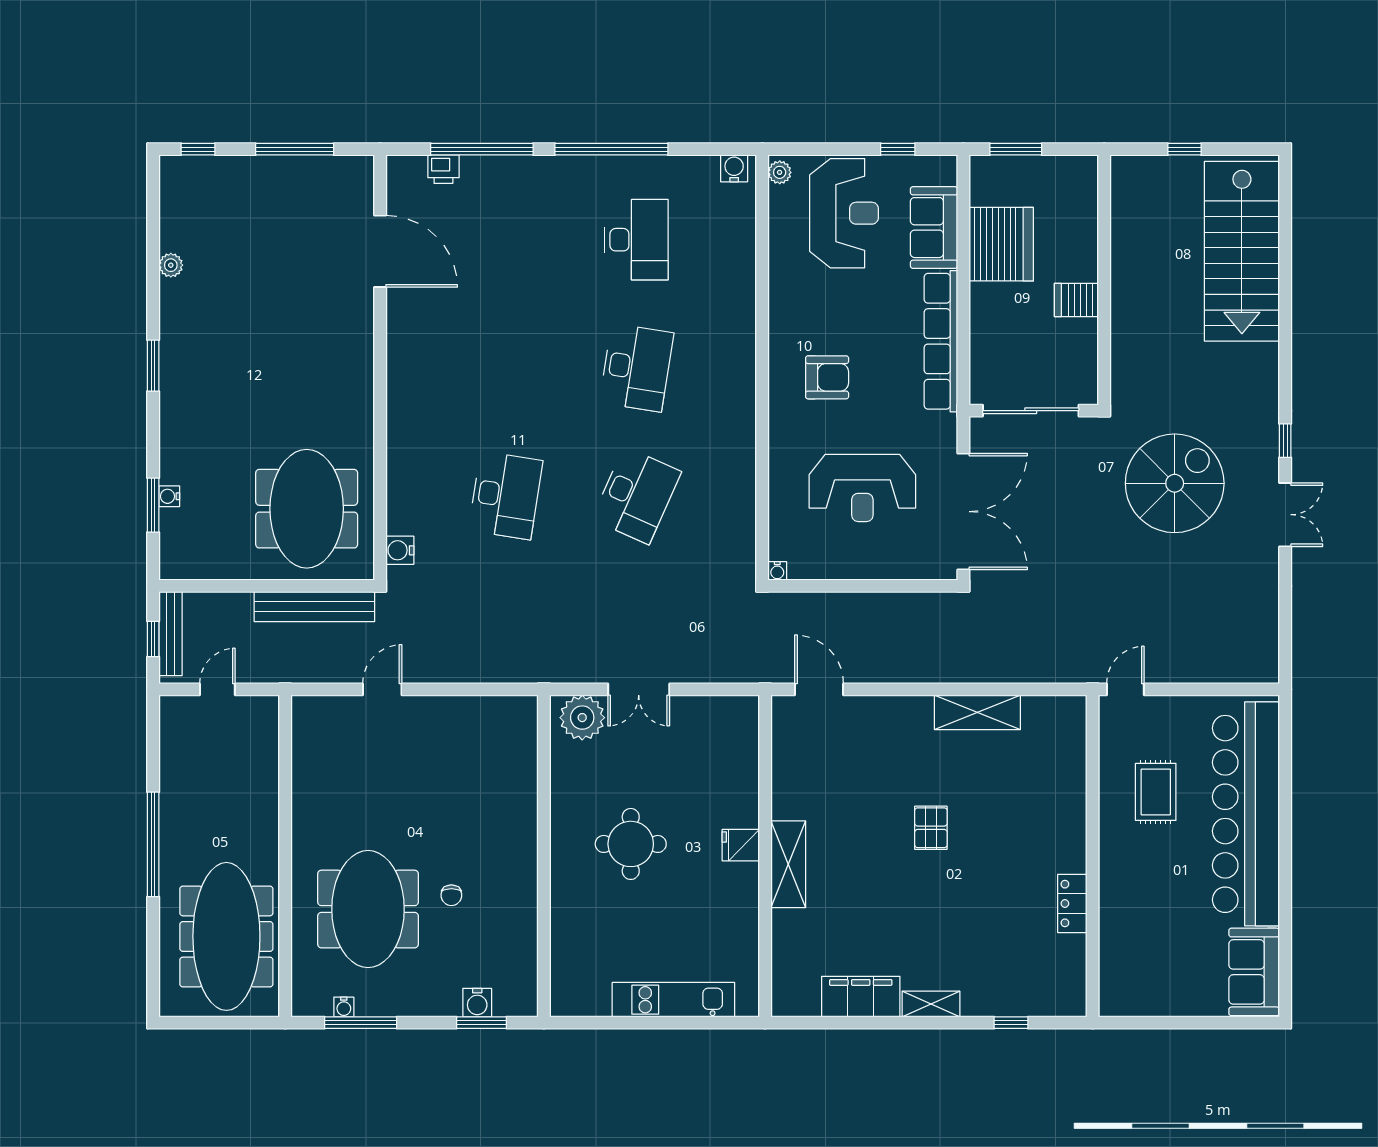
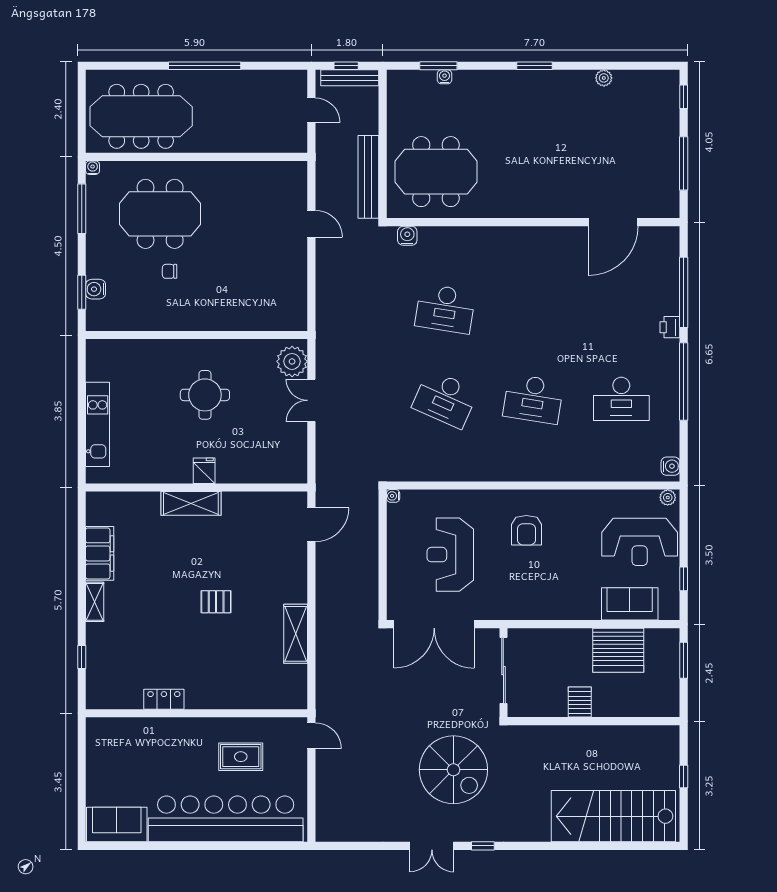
printer: (443, 169) -> (670, 327), moved
row of seats: (941, 341) -> (551, 609), removed
water cooler: (344, 1007) -> (93, 168), moved, turned 90

